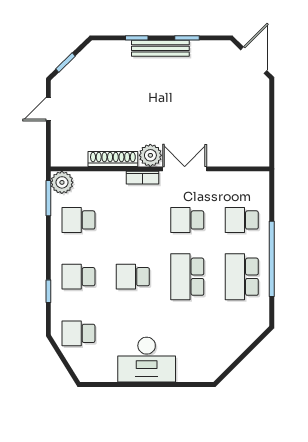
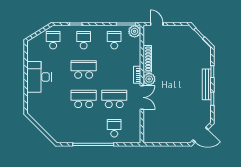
door: (48, 109) -> (157, 24), moved
school desk: (187, 220) -> (114, 99), width x1.85
school desk: (133, 277) -> (84, 70), width x1.85
school desk: (242, 277) -> (84, 128), removed

